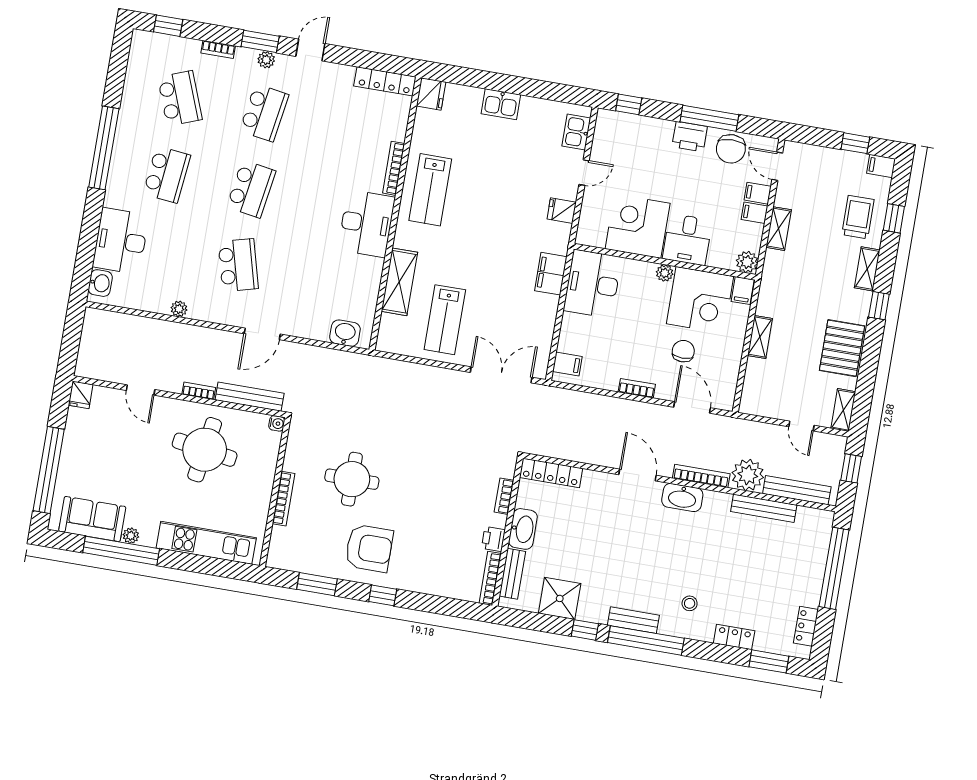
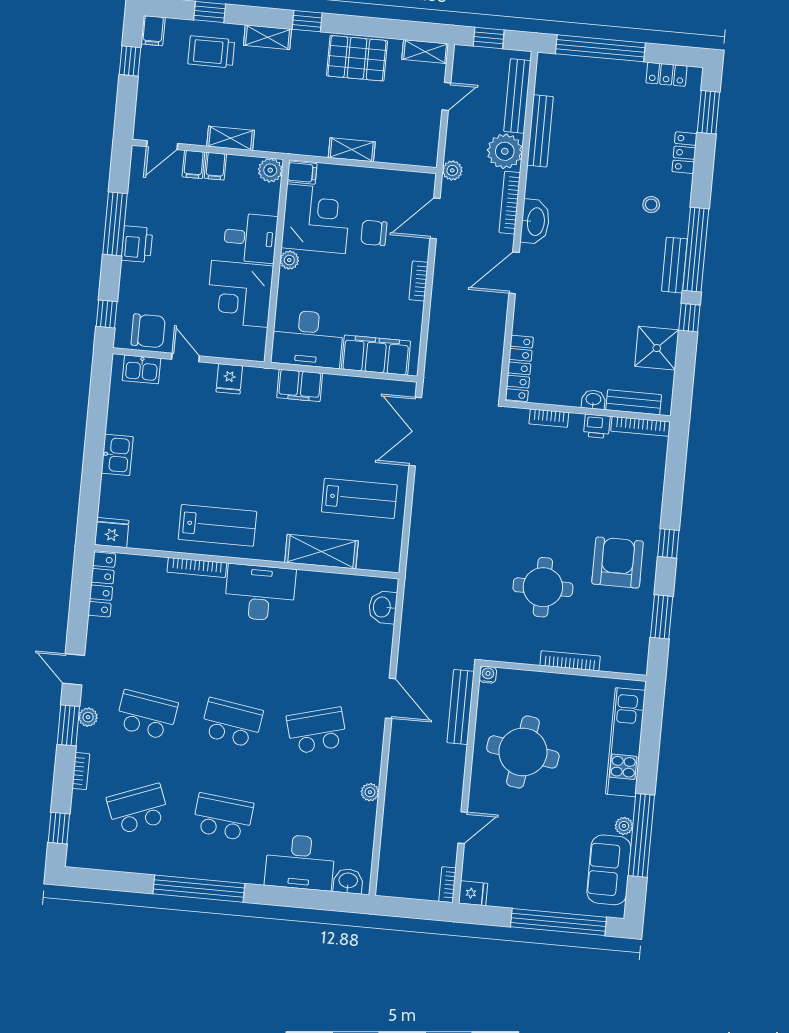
chair: (731, 149) -> (148, 331), moved
filing cabinet: (567, 364) -> (376, 355), width x3.00, depth x1.17
bookcase: (199, 391) -> (447, 885), moved
plant: (734, 426) -> (452, 170), added
washbasin: (523, 529) -> (593, 400), width x0.52, depth x0.69

